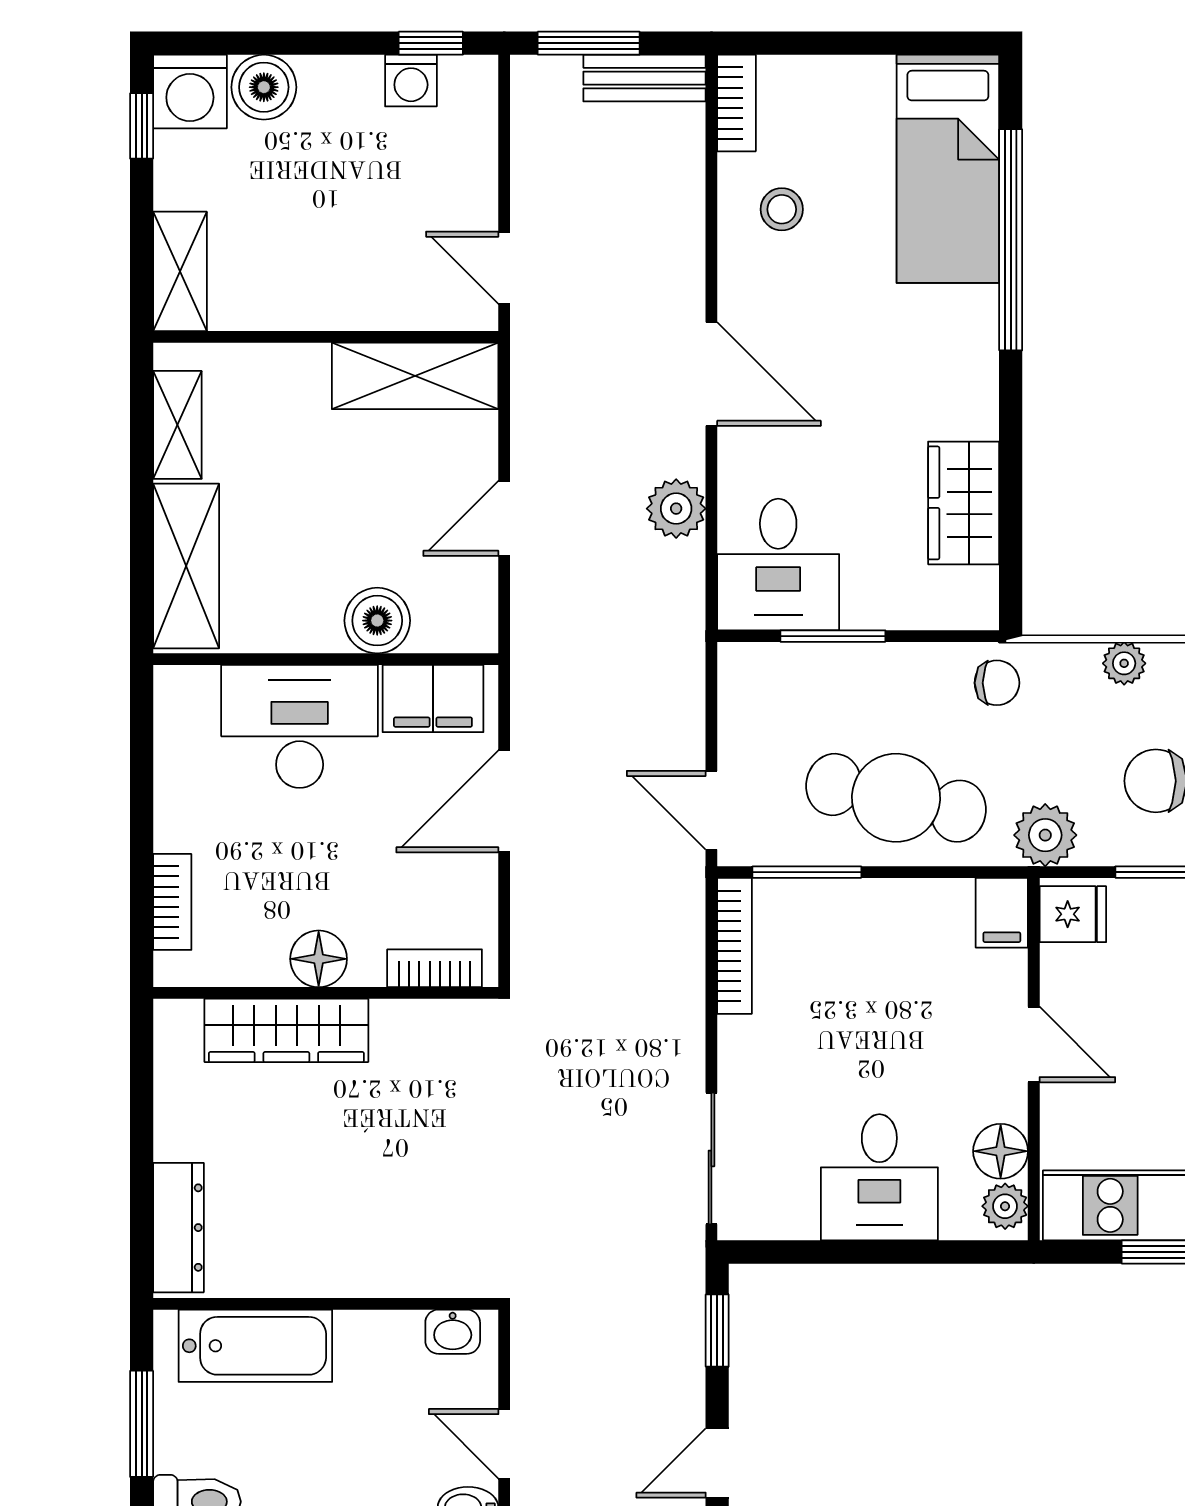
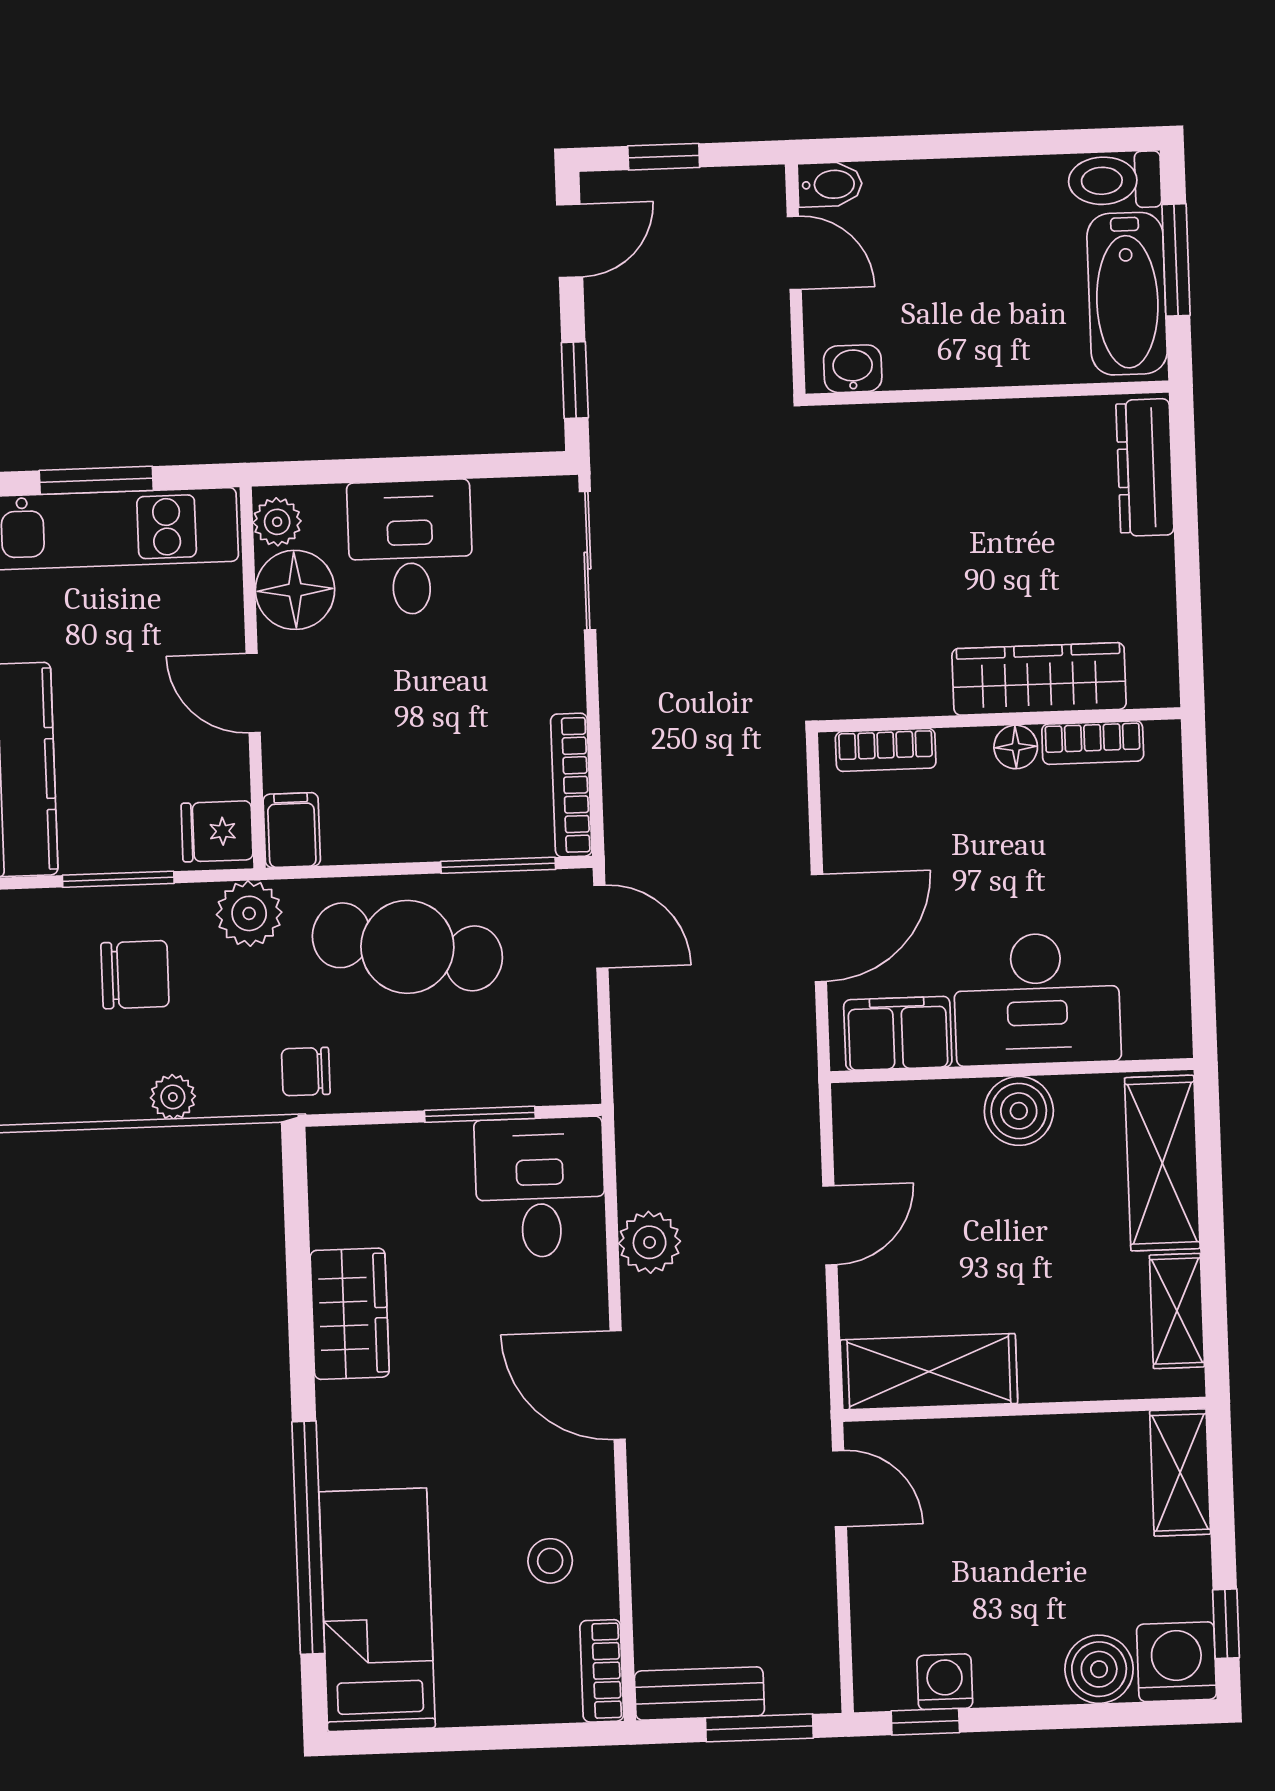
wardrobe: (964, 503) -> (350, 1314), moved
boiler: (377, 621) -> (1019, 1111), moved
bookcase: (172, 902) -> (1093, 743), moved, turned -90
floor lamp: (319, 959) -> (1016, 747), width x0.73, depth x0.73
floor lamp: (1001, 1151) -> (295, 590), width x1.38, depth x1.38
bathtub: (255, 1346) -> (1127, 294), moved, turned -90

